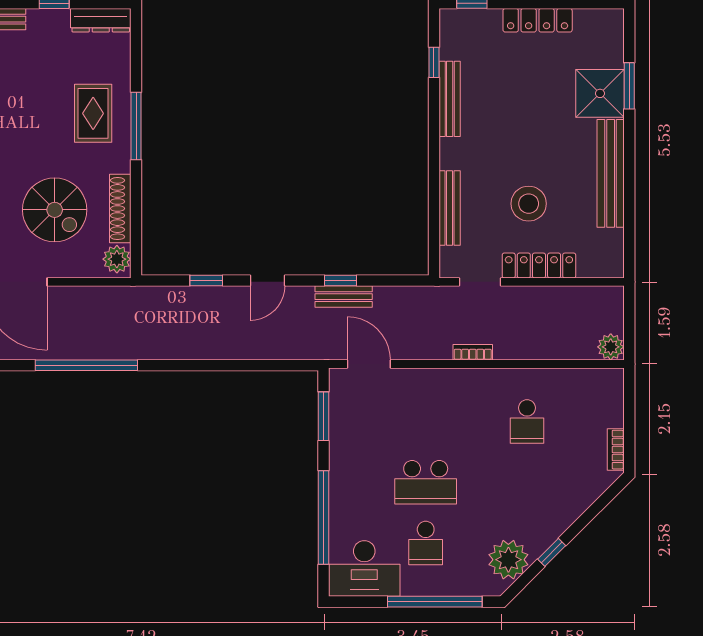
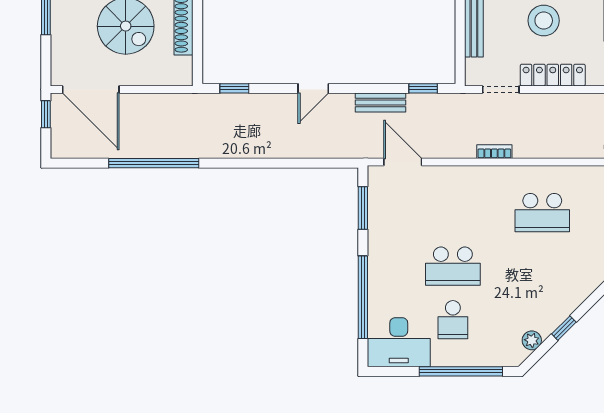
plant: (117, 259) -> (181, 69), removed
window: (206, 281) -> (234, 88), moved
window: (340, 281) -> (423, 88), moved
school desk: (527, 421) -> (542, 213), width x1.85
plant: (508, 560) -> (532, 340), width x0.53, depth x0.53

